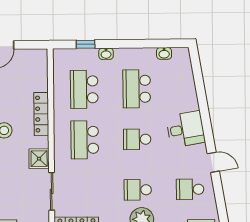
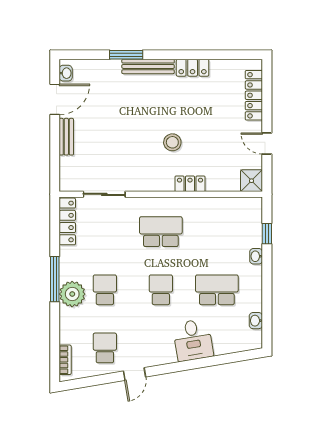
school desk: (84, 89) -> (217, 232), removed
locker: (41, 114) -> (190, 184), width x0.66
desk: (186, 129) -> (193, 340), moved
shower: (39, 159) -> (252, 181), moved

